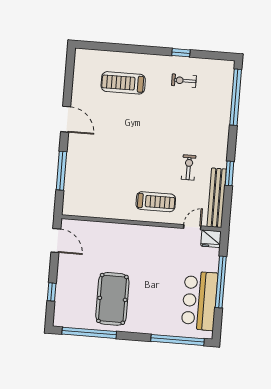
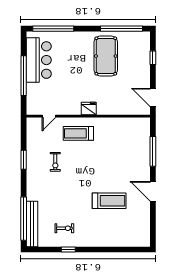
treadmill: (123, 83) -> (109, 201), moved
bench: (217, 198) -> (32, 224), moved
fridge: (211, 239) -> (89, 108), moved

